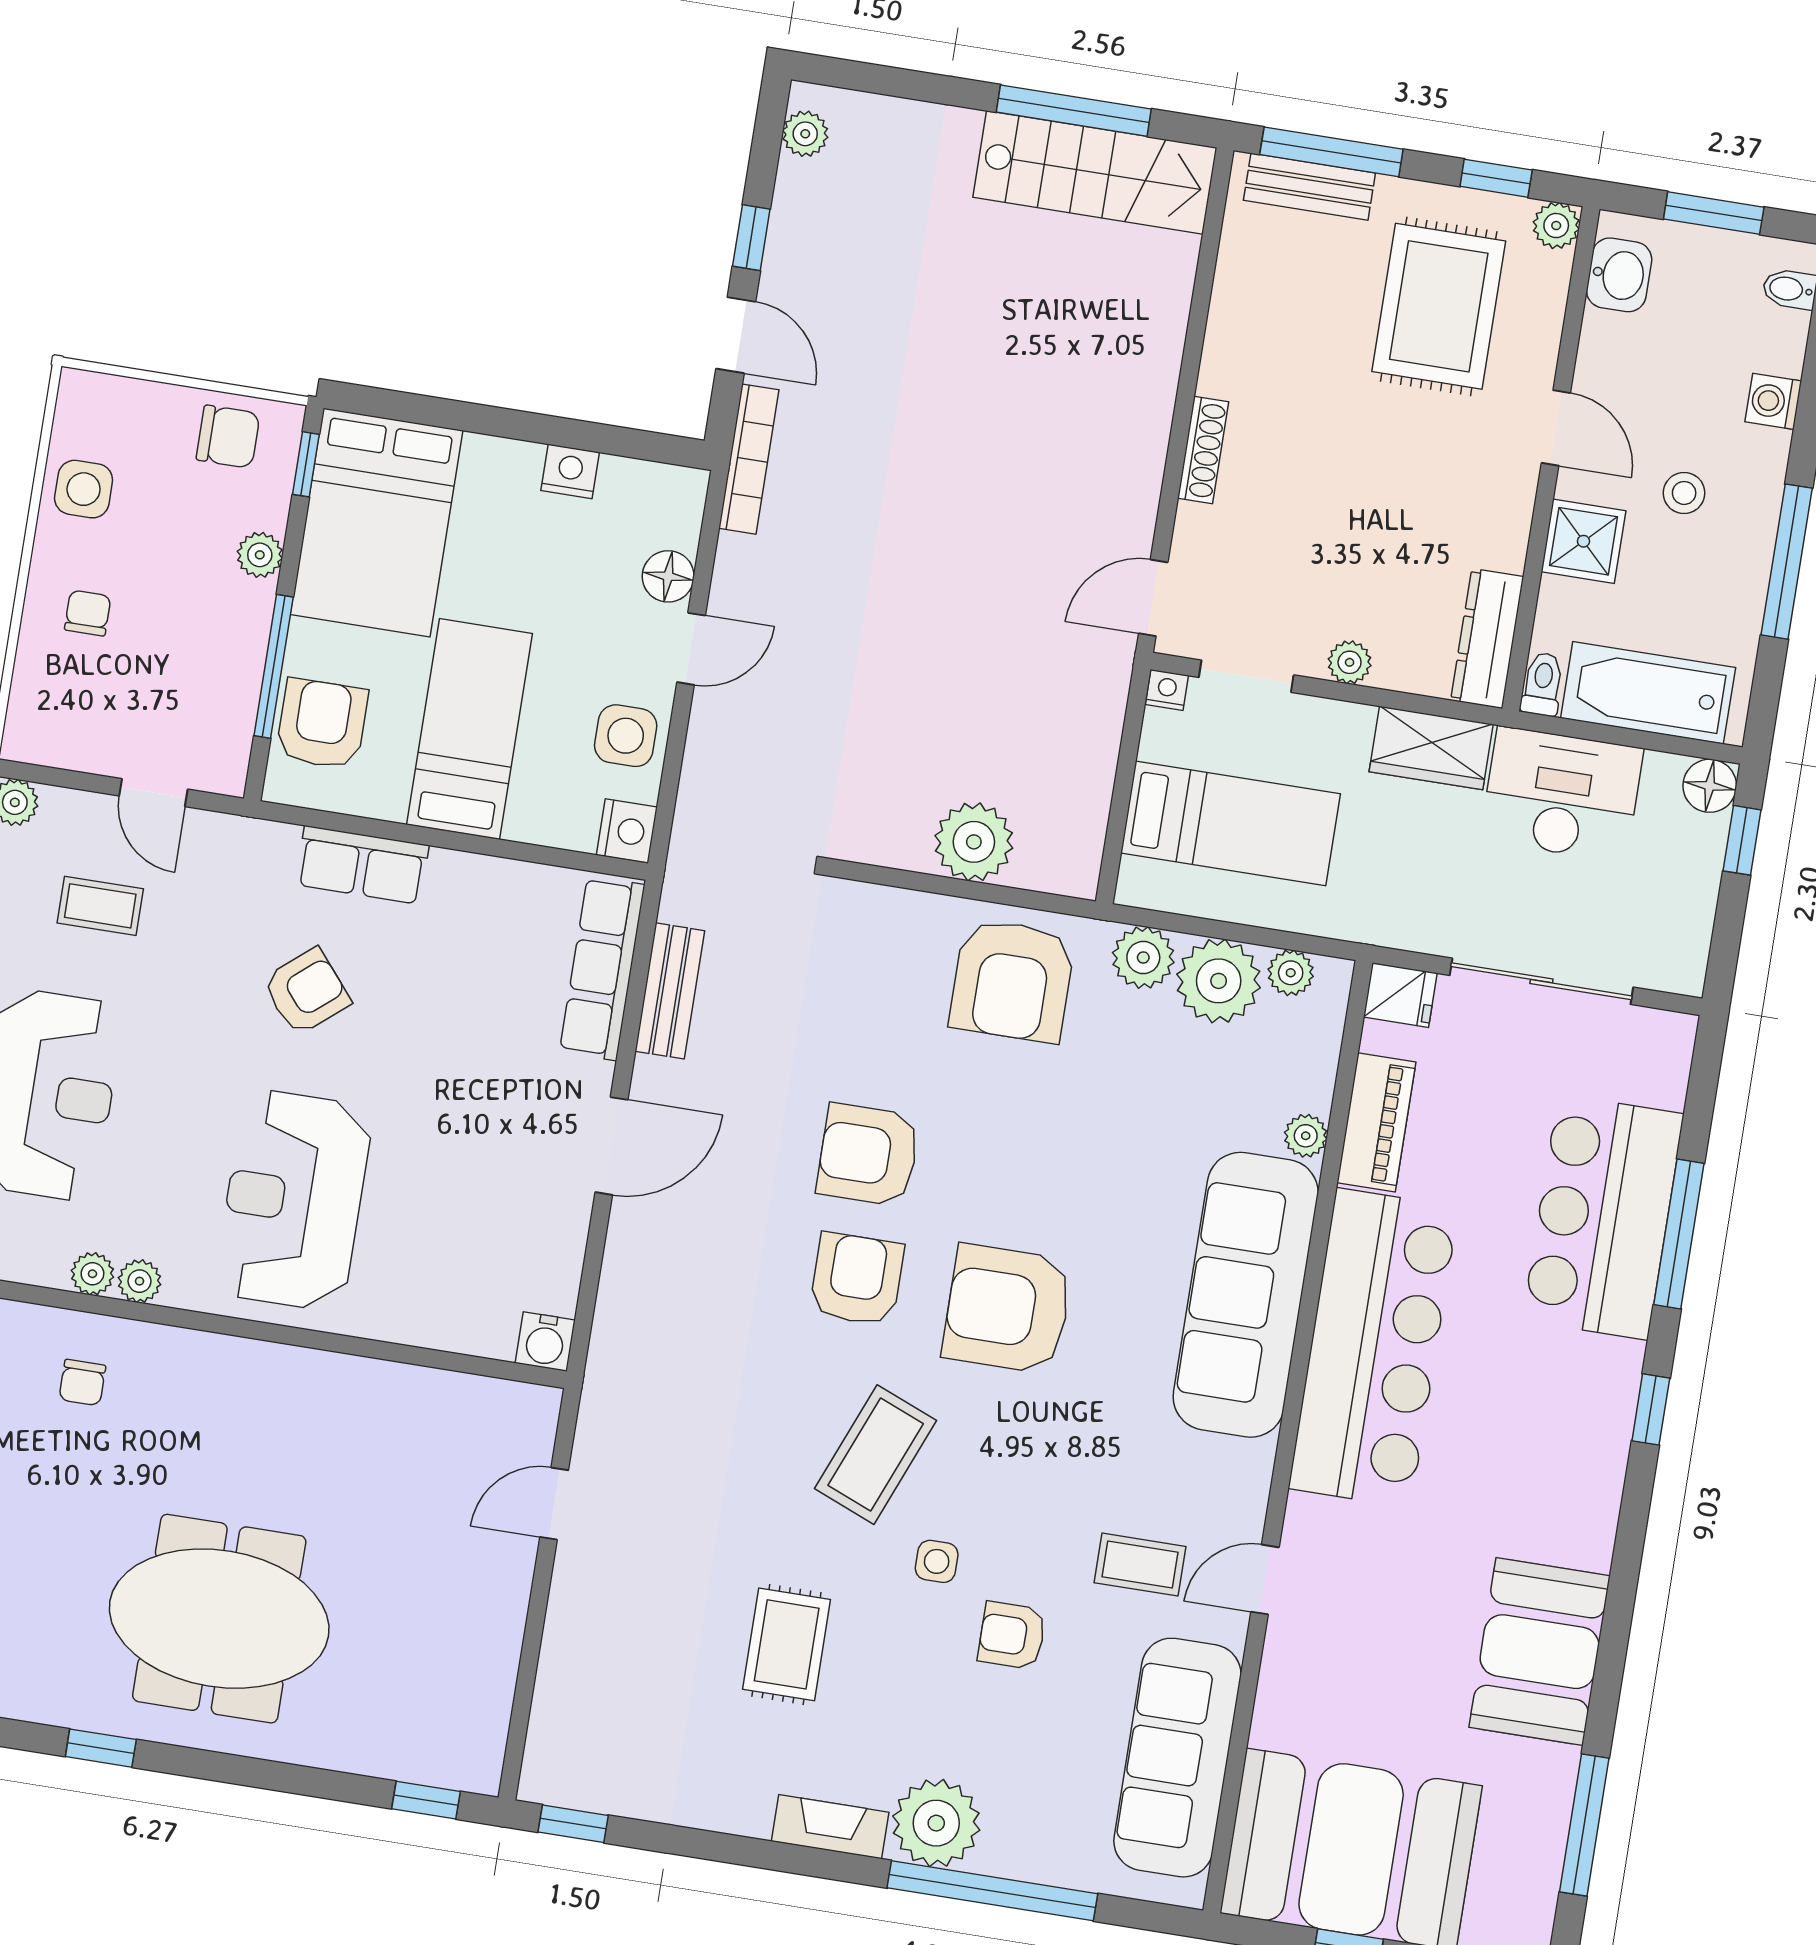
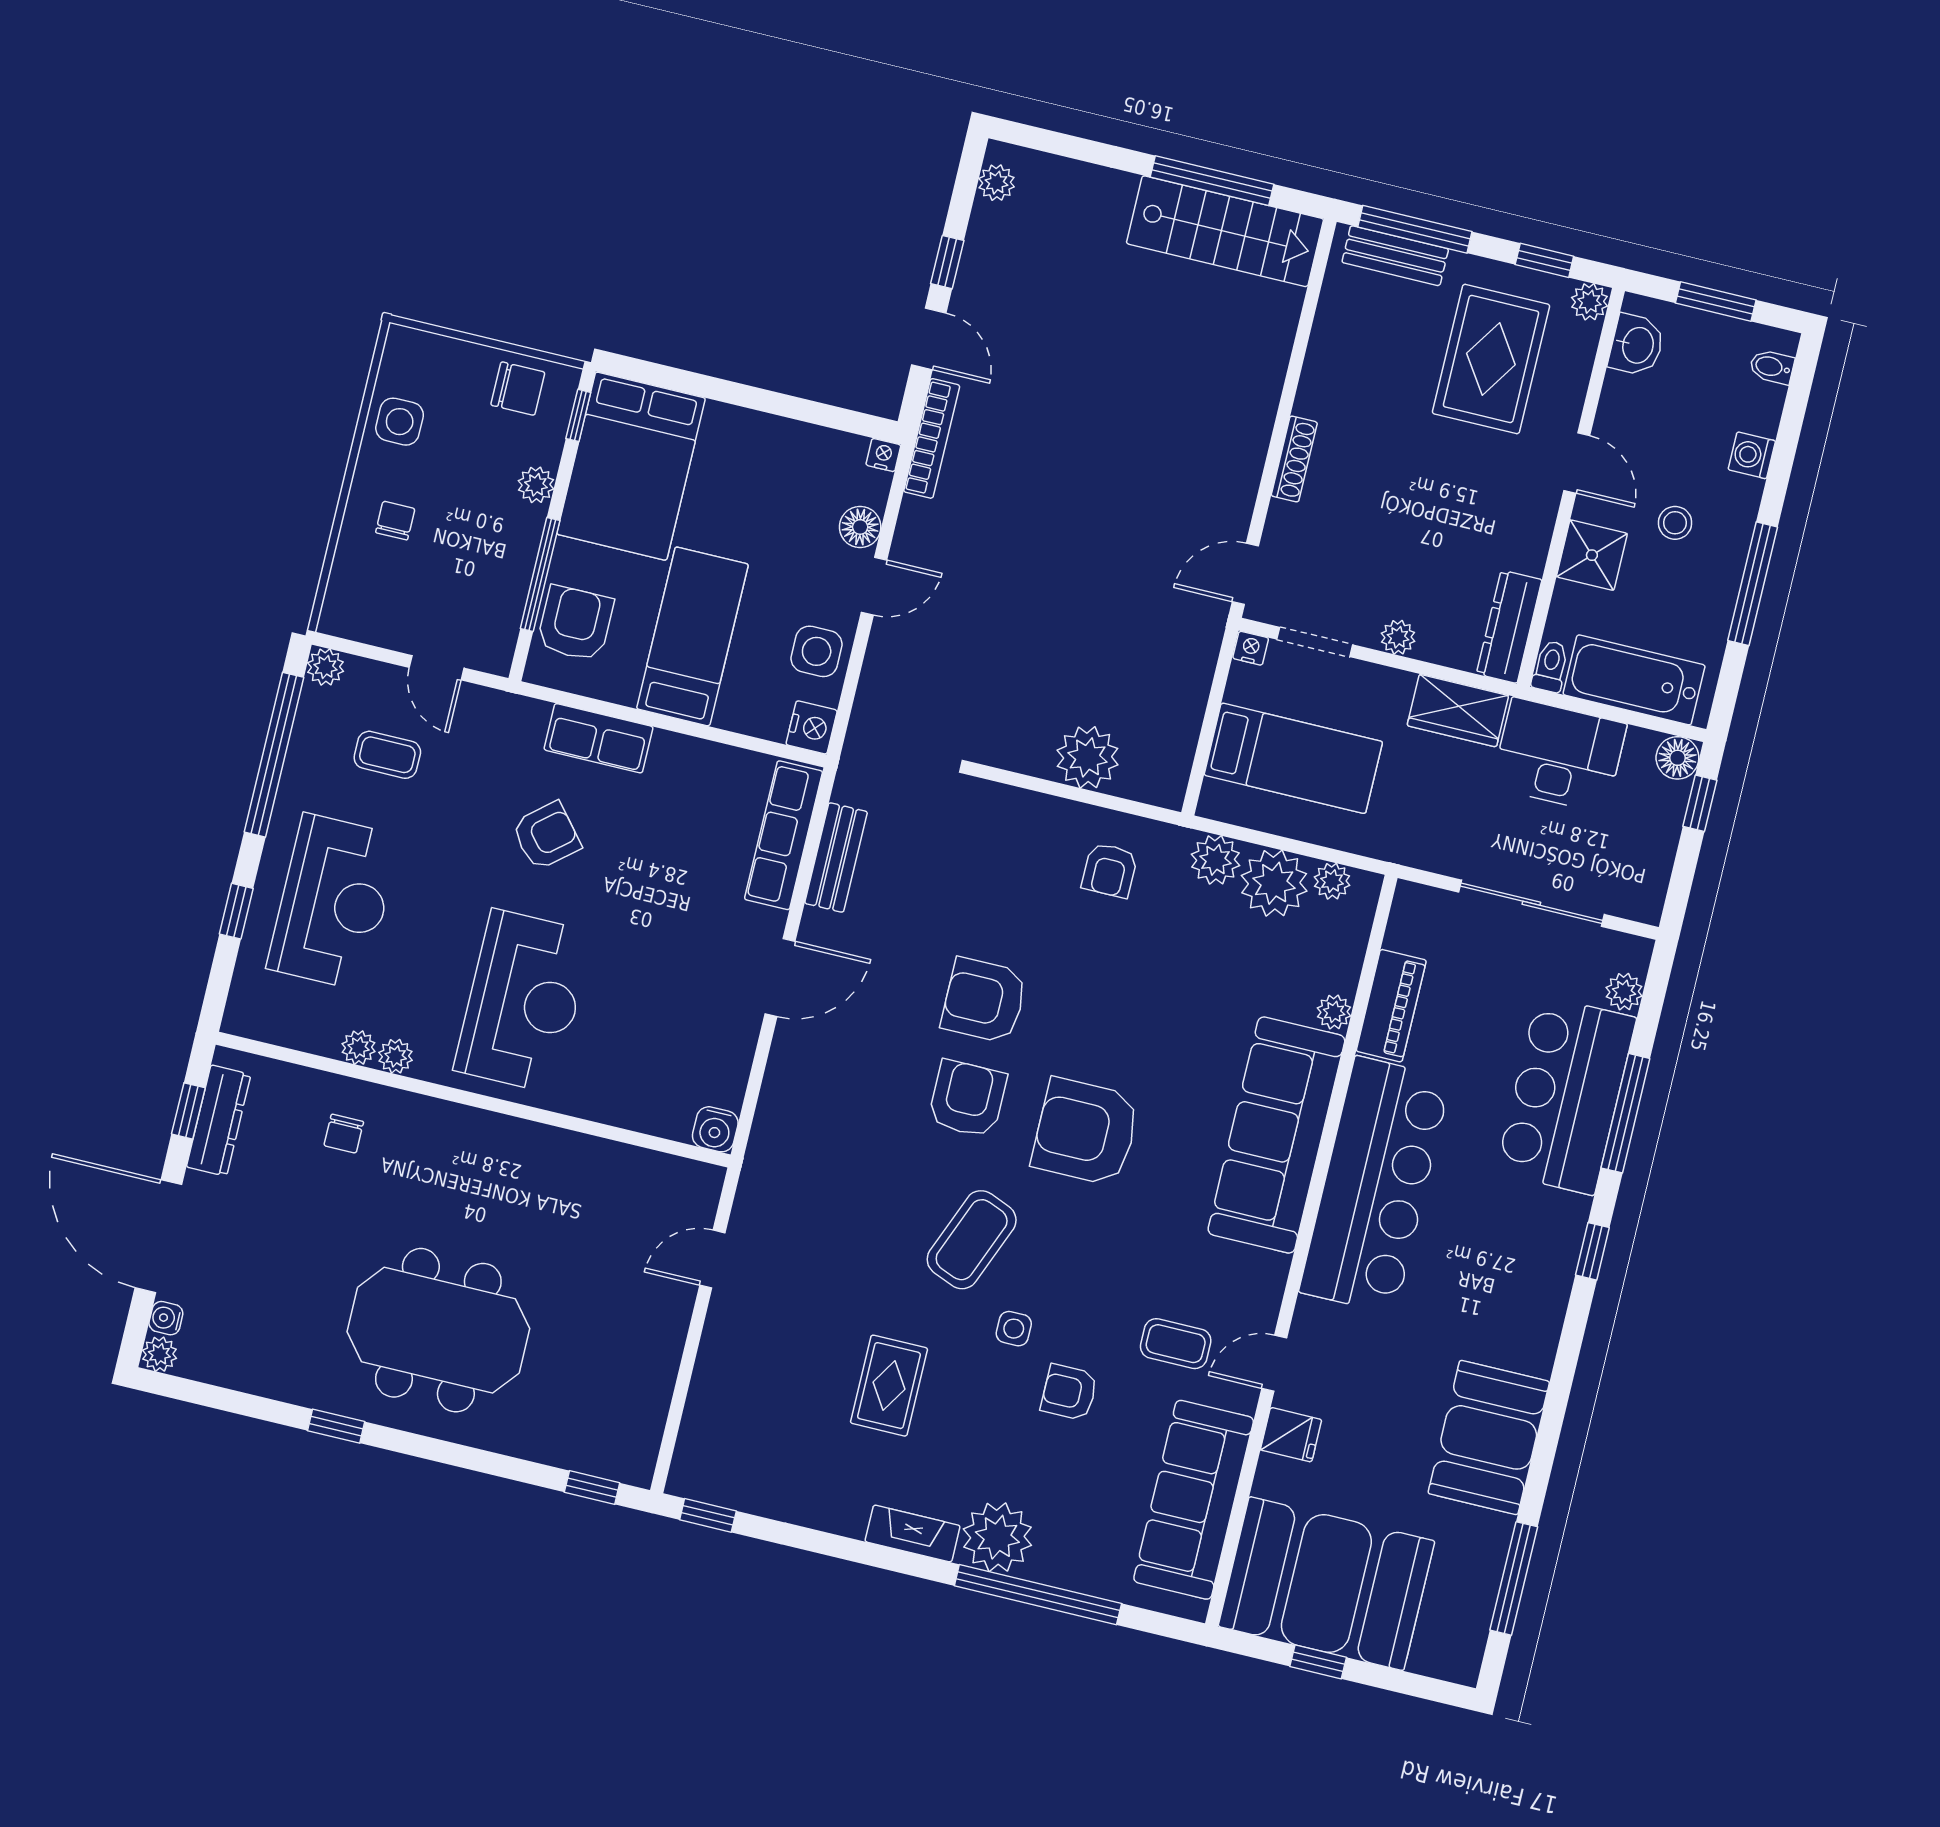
nightstand: (570, 471) -> (883, 455), moved, width x0.72, depth x0.74
armchair: (1012, 981) -> (1110, 870), width x0.53, depth x0.53
fridge: (1400, 995) -> (1291, 1435), moved
plant: (1665, 1083) -> (1624, 992), added
reception desk: (294, 1200) -> (523, 1001), turned 180

